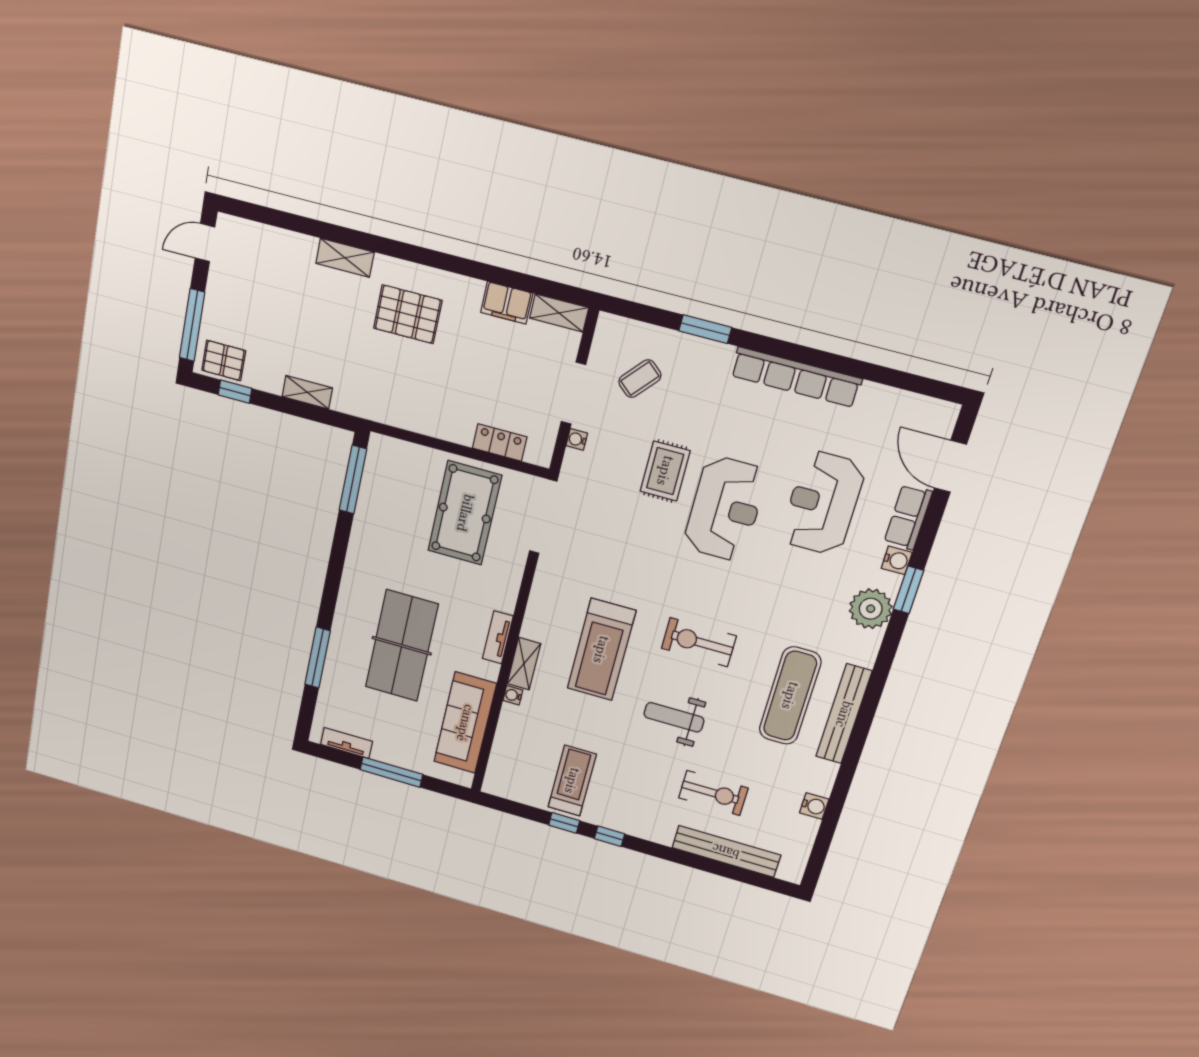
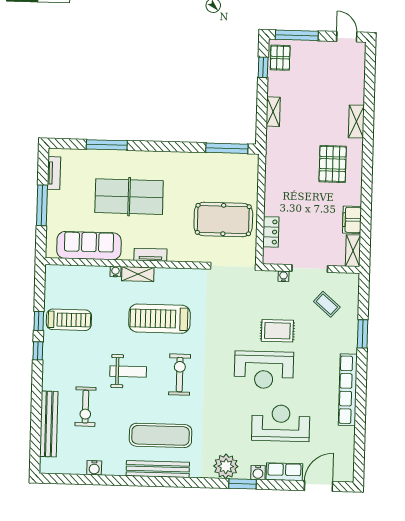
weight bench: (674, 717) -> (128, 371), turned 90

